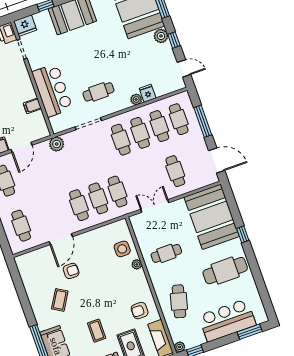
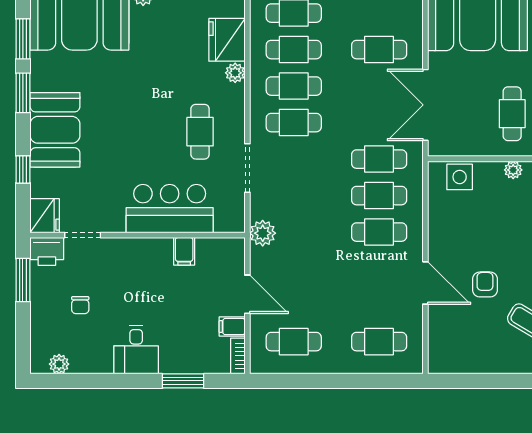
fridge: (148, 93) -> (227, 40), width x1.88, depth x1.34
double door: (155, 206) -> (425, 105), width x1.37
side table: (122, 249) -> (460, 177), moved

